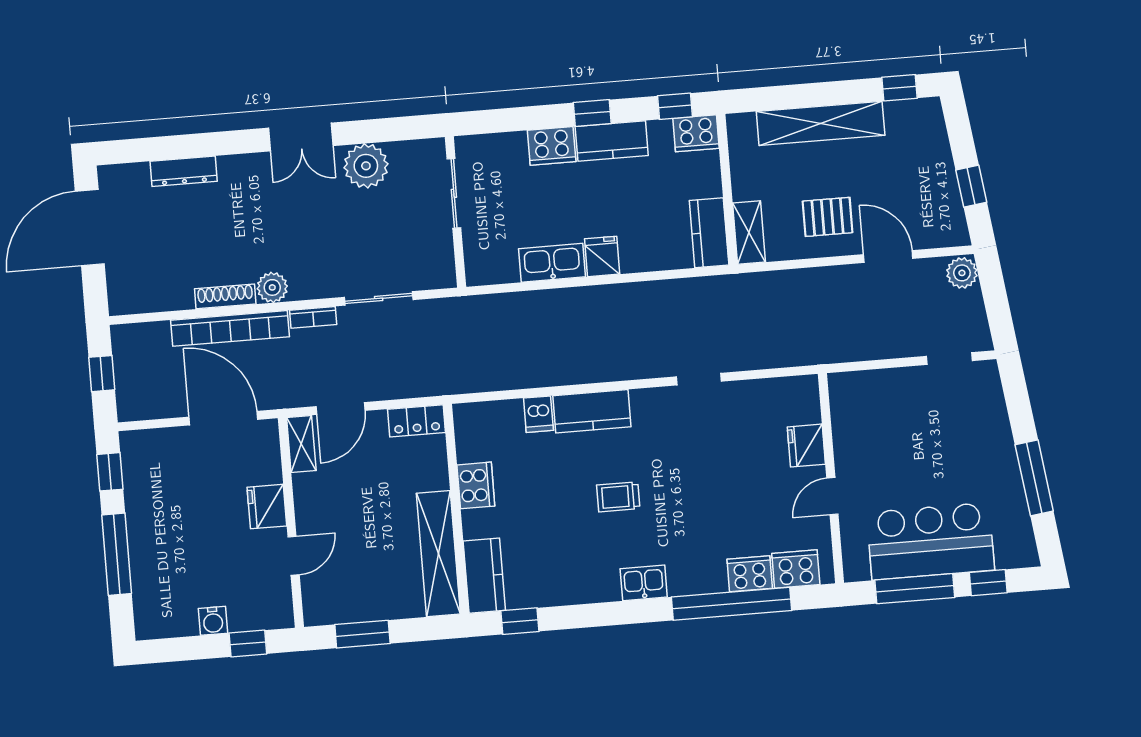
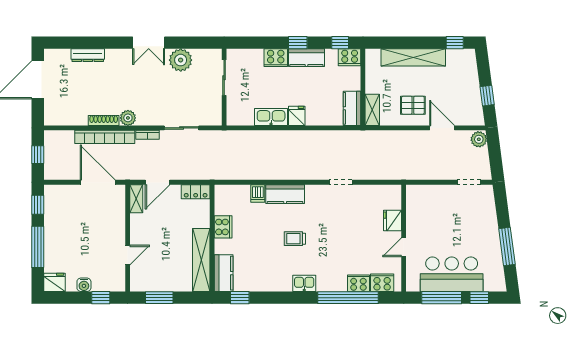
fridge: (267, 507) -> (54, 282), moved, turned 90

